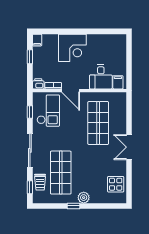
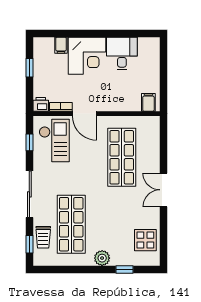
filing cabinet: (37, 40) -> (61, 45), moved
desk: (101, 77) -> (122, 53), moved, turned 180
window: (73, 206) -> (124, 269), moved

